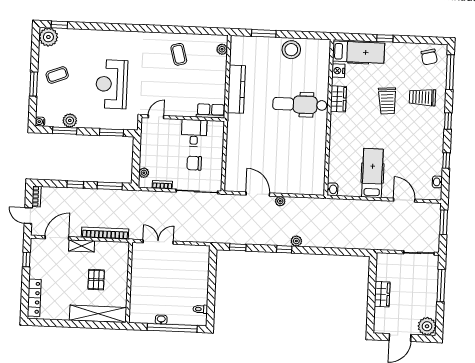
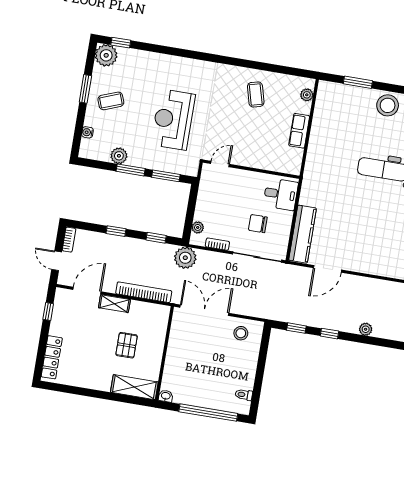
window: (34, 84) -> (85, 89), moved
kitchen counter: (236, 89) -> (303, 234), moved
row of seats: (211, 111) -> (299, 131), moved, turned -90
water cooler: (40, 122) -> (87, 132), moved
window: (65, 131) -> (131, 170), moved
desk: (194, 133) -> (281, 194), moved, turned 90
window: (110, 186) -> (156, 238), width x0.67
door: (258, 194) -> (328, 269), swing flipped
plant: (280, 201) -> (185, 258), moved, width x1.87, depth x1.87
double door: (158, 242) -> (204, 310), width x1.37
window: (284, 249) -> (329, 334), moved
stool: (191, 257) -> (241, 333), added
shelving: (98, 314) -> (134, 387), width x0.68
washbasin: (161, 320) -> (166, 396), moved

